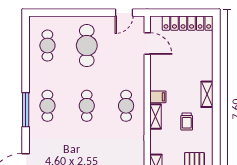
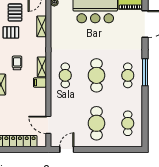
cafe table: (87, 106) -> (96, 75), width x1.37, depth x1.35

